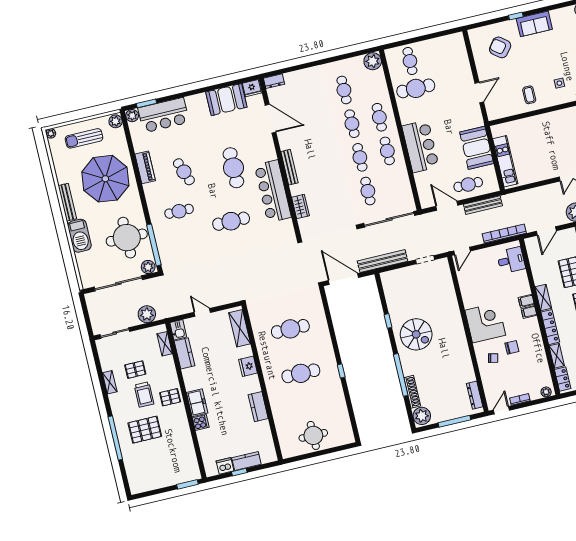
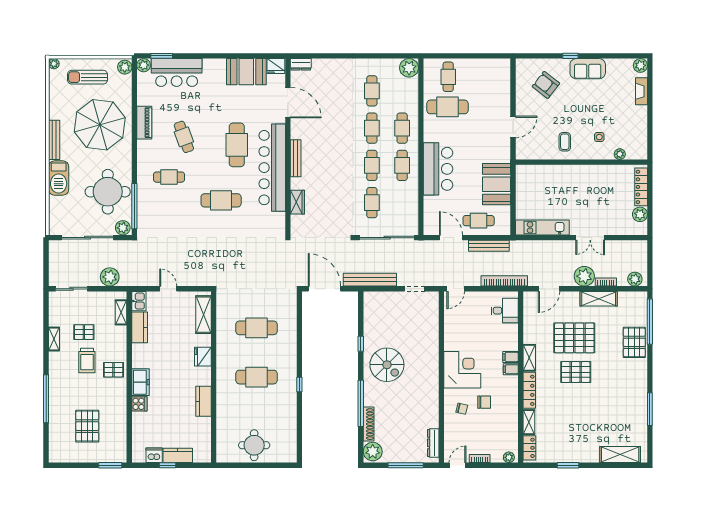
kitchen unit: (505, 161) -> (542, 227), moved, turned -90
bar counter: (273, 191) -> (272, 168), width x1.36
pallet: (145, 430) -> (87, 426), moved, turned 90

